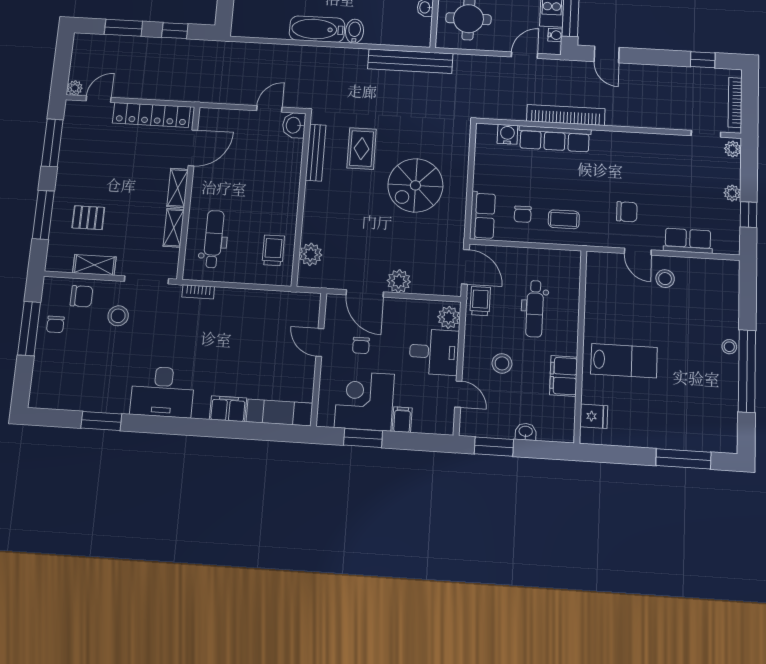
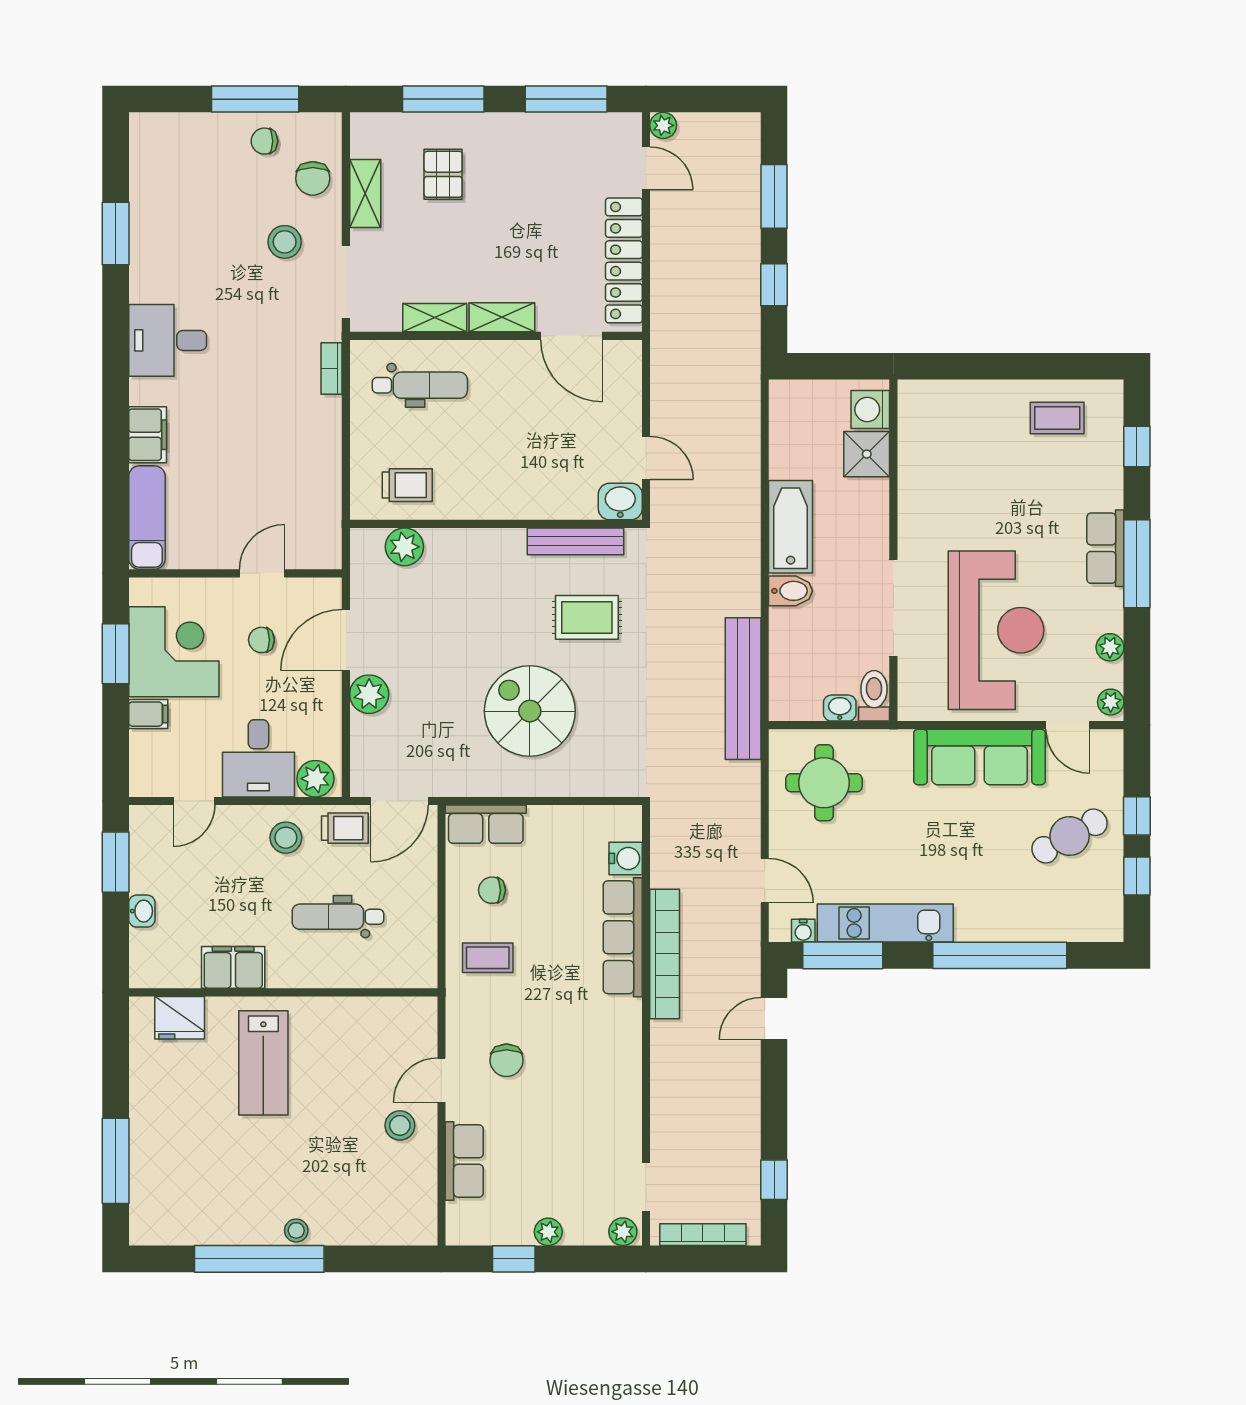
coffee table: (564, 219) -> (488, 958), turned 90
stool: (502, 363) -> (286, 838), moved
desk: (163, 392) -> (168, 340), width x0.73
fridge: (594, 416) -> (180, 1018), width x1.38

